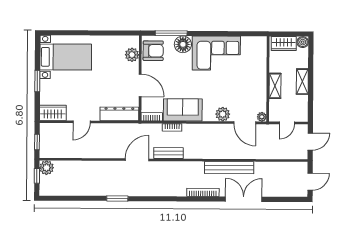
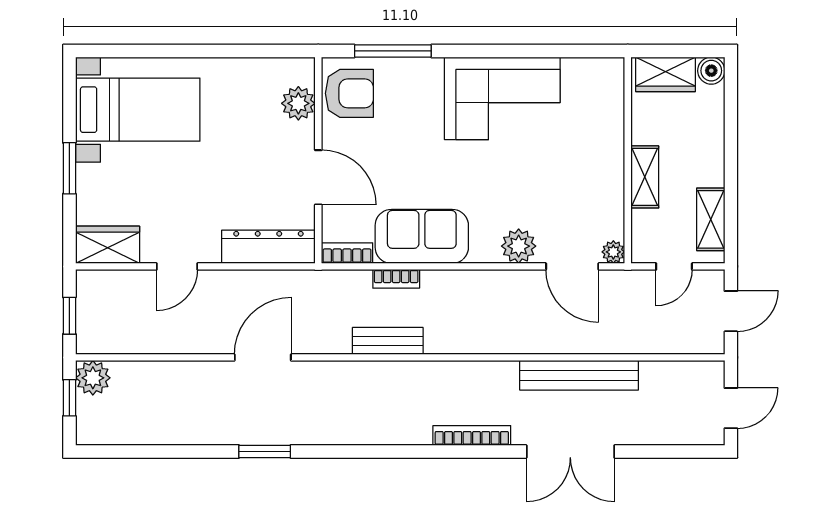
floor lamp: (183, 44) -> (421, 78), removed
shelving: (302, 82) -> (711, 219), moved
door: (137, 160) -> (263, 357), moved
bench: (229, 168) -> (579, 375), moved
double door: (244, 199) -> (570, 452), swing flipped

